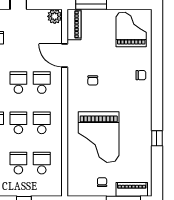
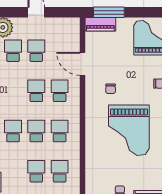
plant: (55, 16) -> (73, 25), removed
piano: (74, 24) -> (100, 24), moved, turned 90
school desk: (18, 42) -> (36, 51), added
grand piano: (99, 137) -> (129, 130), moved

